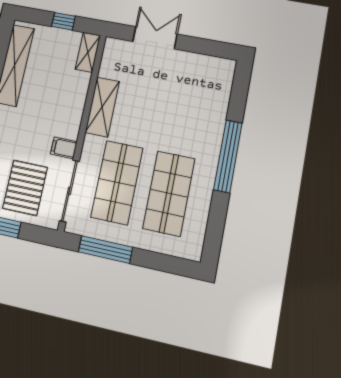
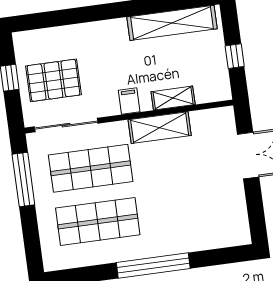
shelving: (88, 52) -> (173, 98), moved
filing cabinet: (64, 148) -> (129, 101), moved

